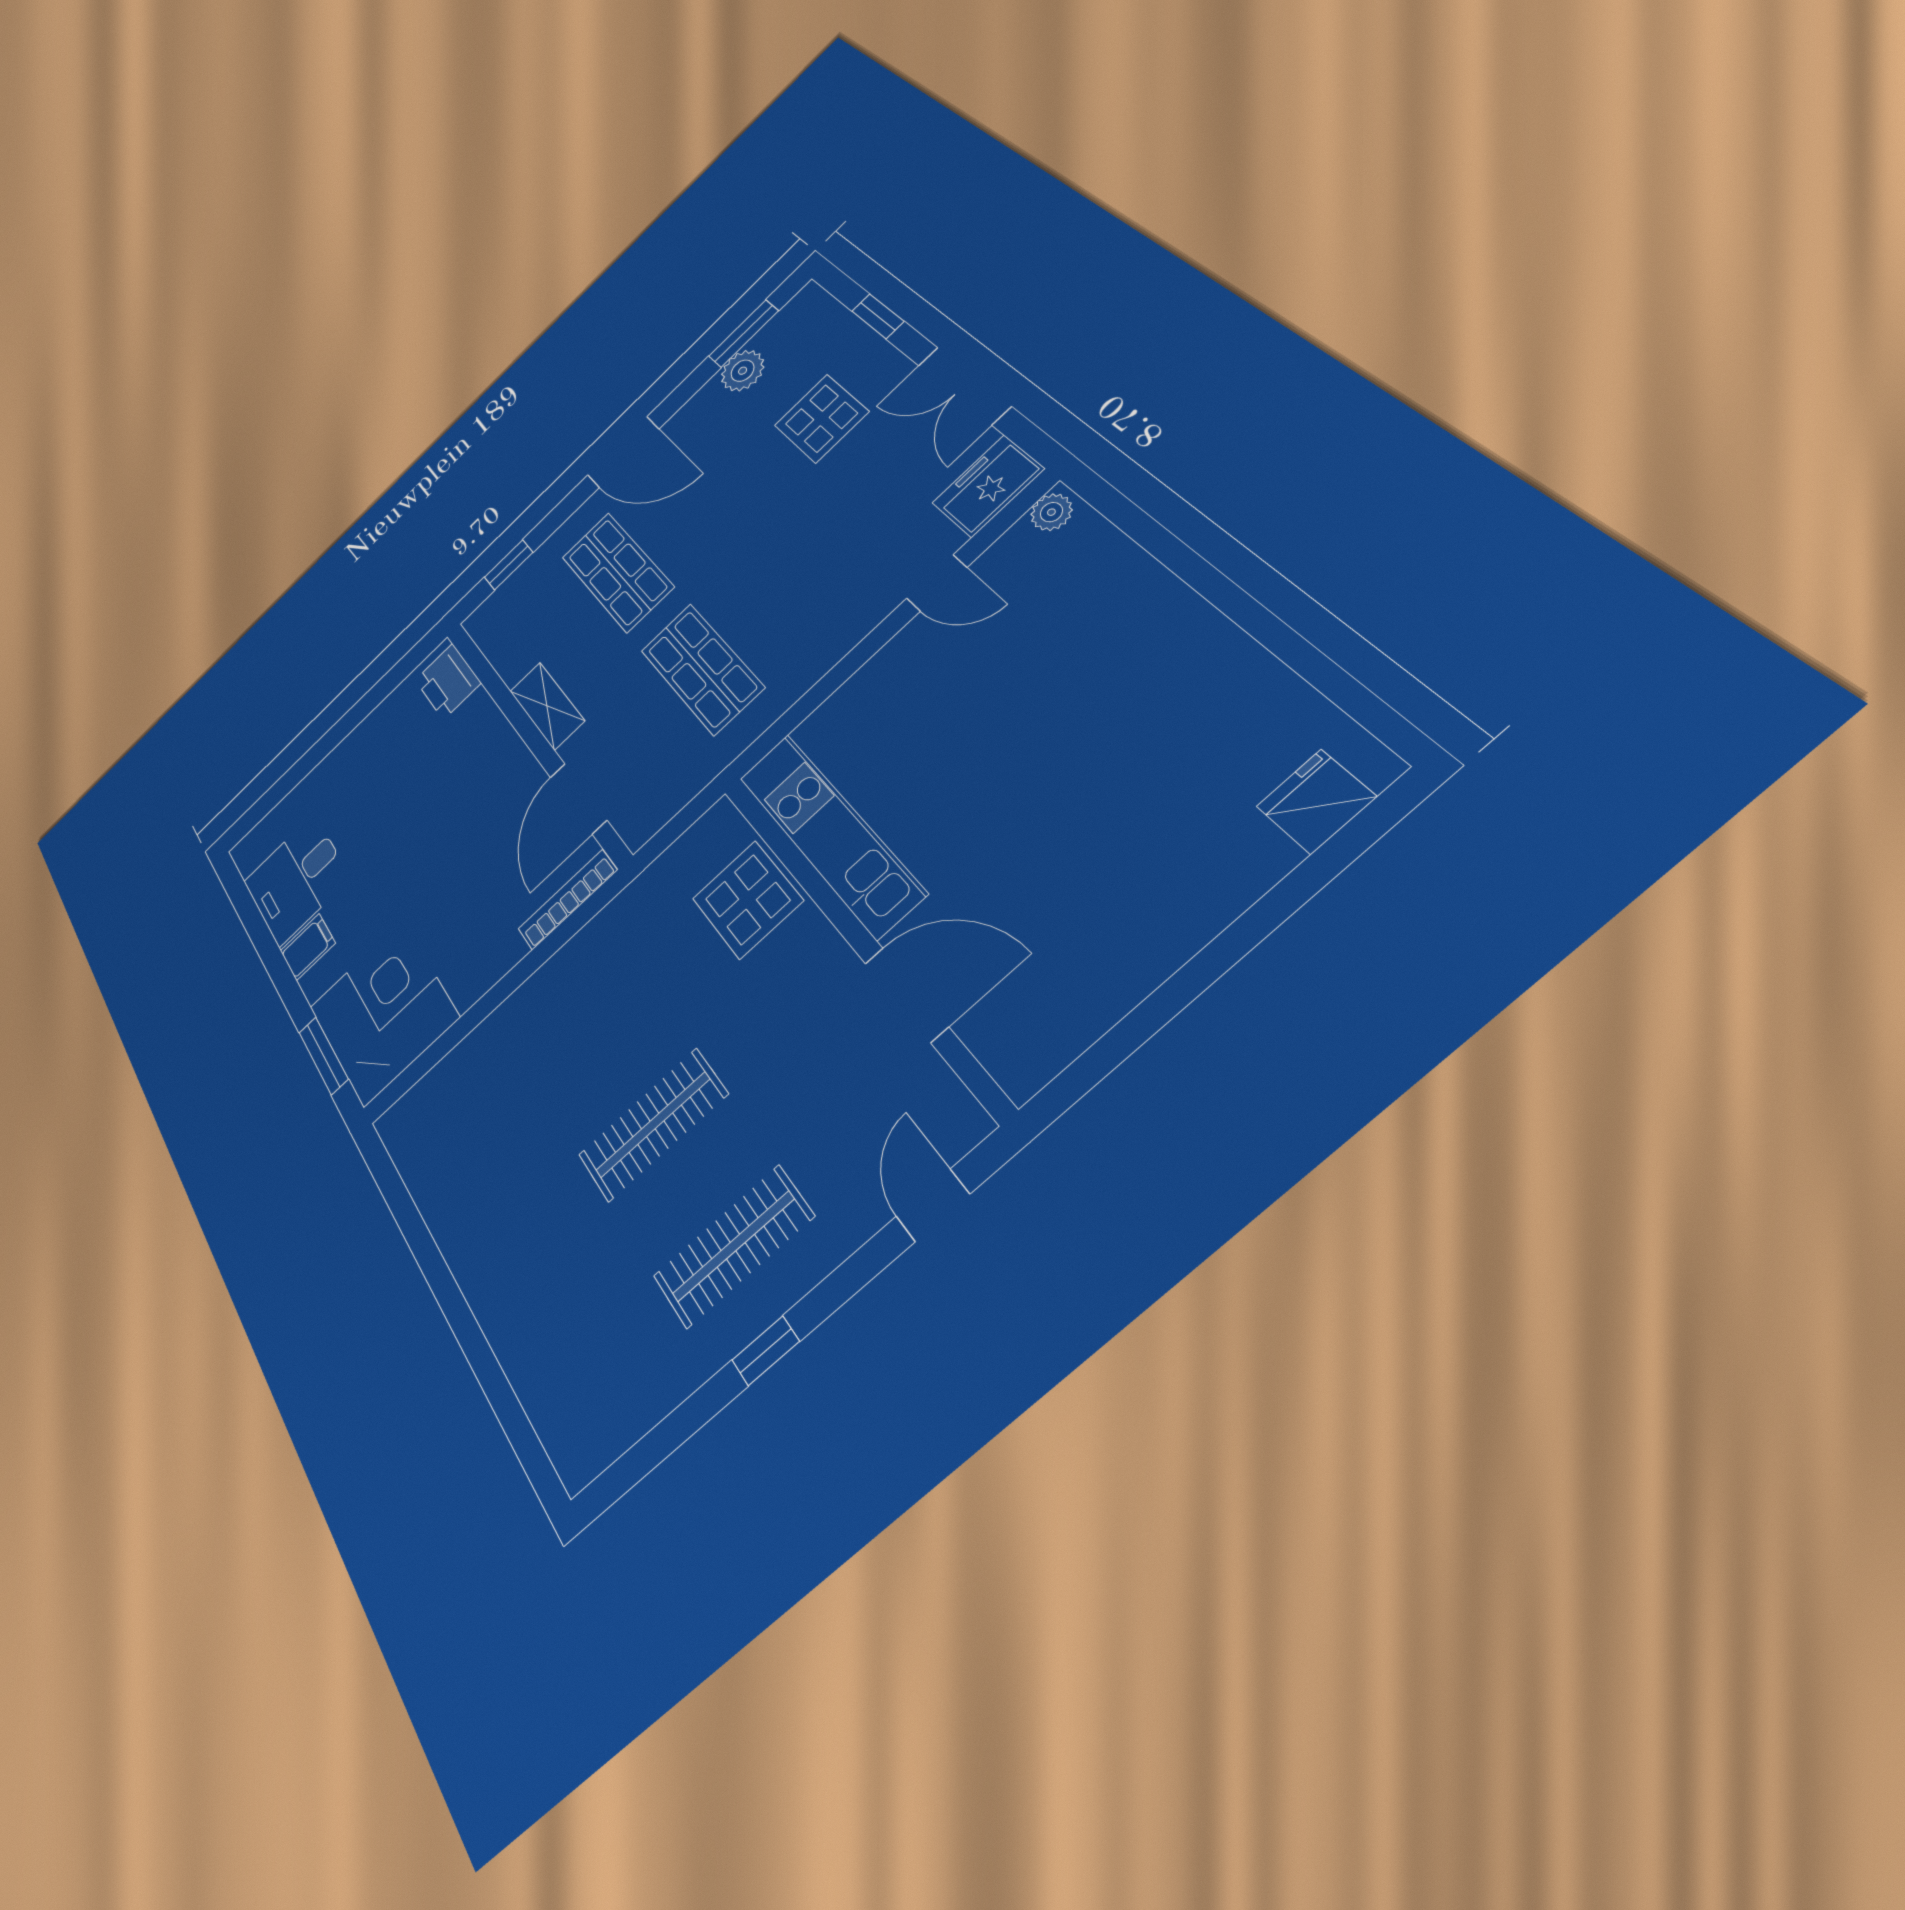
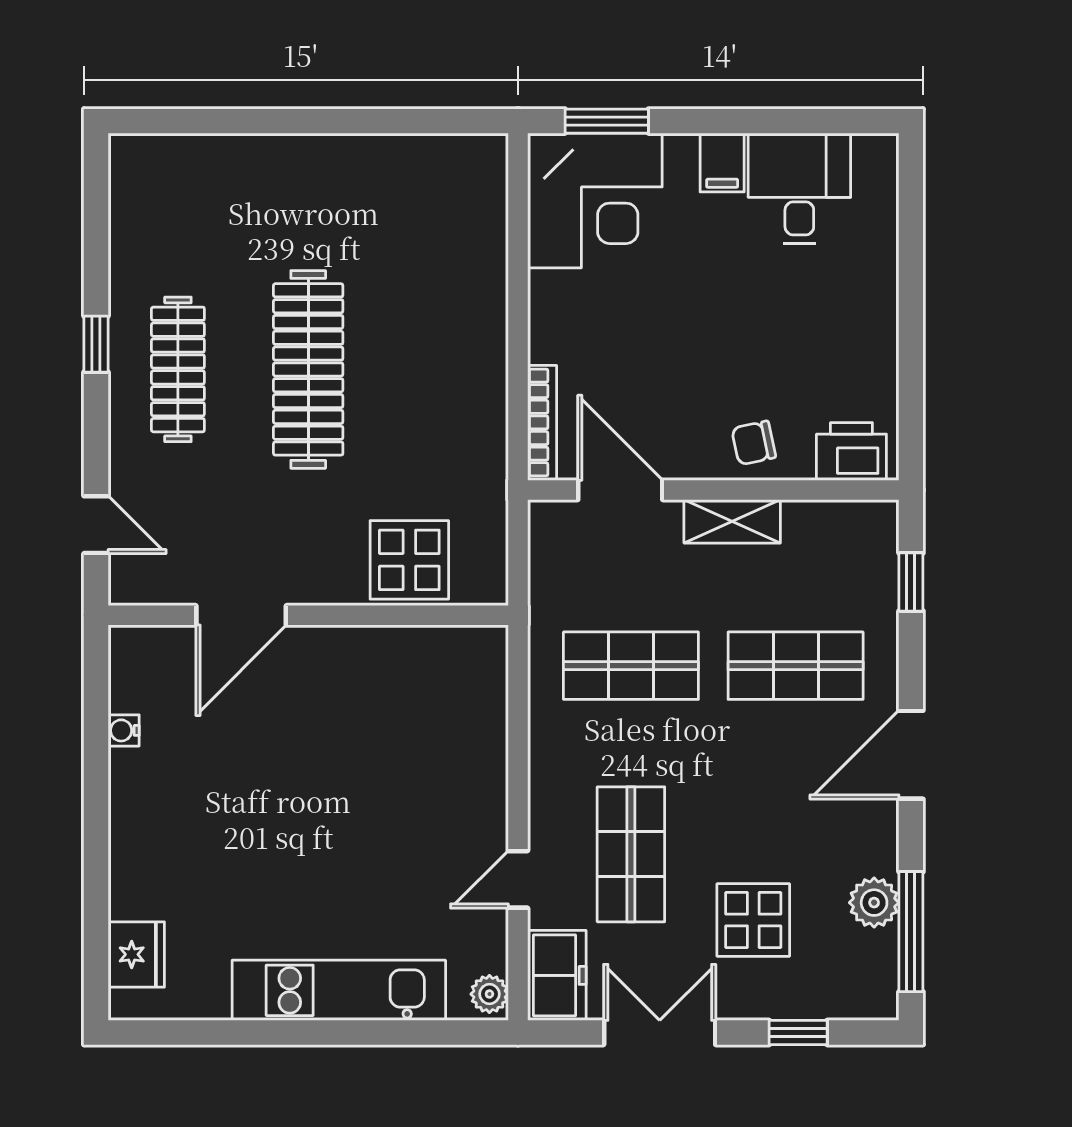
window: (744, 334) -> (911, 932), width x1.44
shop shelf: (845, 533) -> (631, 854), added
chair: (483, 745) -> (754, 443), added
kitchen unit: (830, 834) -> (339, 990), moved, turned 180
water cooler: (1107, 1007) -> (124, 730), added
clothes rail: (653, 1125) -> (308, 369), width x1.37, depth x1.31

